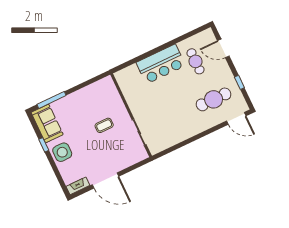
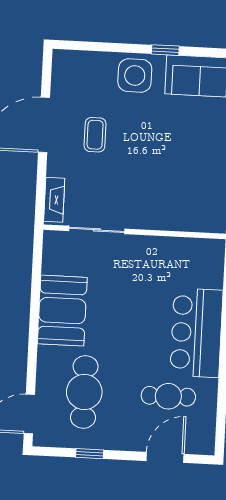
coffee table: (104, 125) -> (95, 135), moved
booth: (183, 128) -> (62, 311), added
fireplace: (78, 186) -> (54, 200), moved

